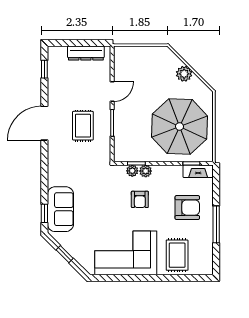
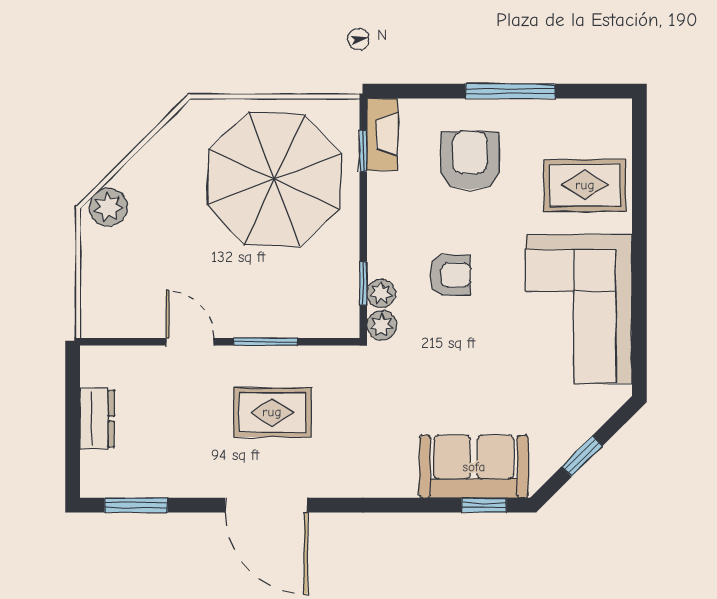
dresser: (86, 53) -> (97, 419), width x0.70
window: (44, 69) -> (136, 505), width x1.50
plant: (184, 74) -> (108, 207), moved
plant: (146, 171) -> (382, 325), moved

